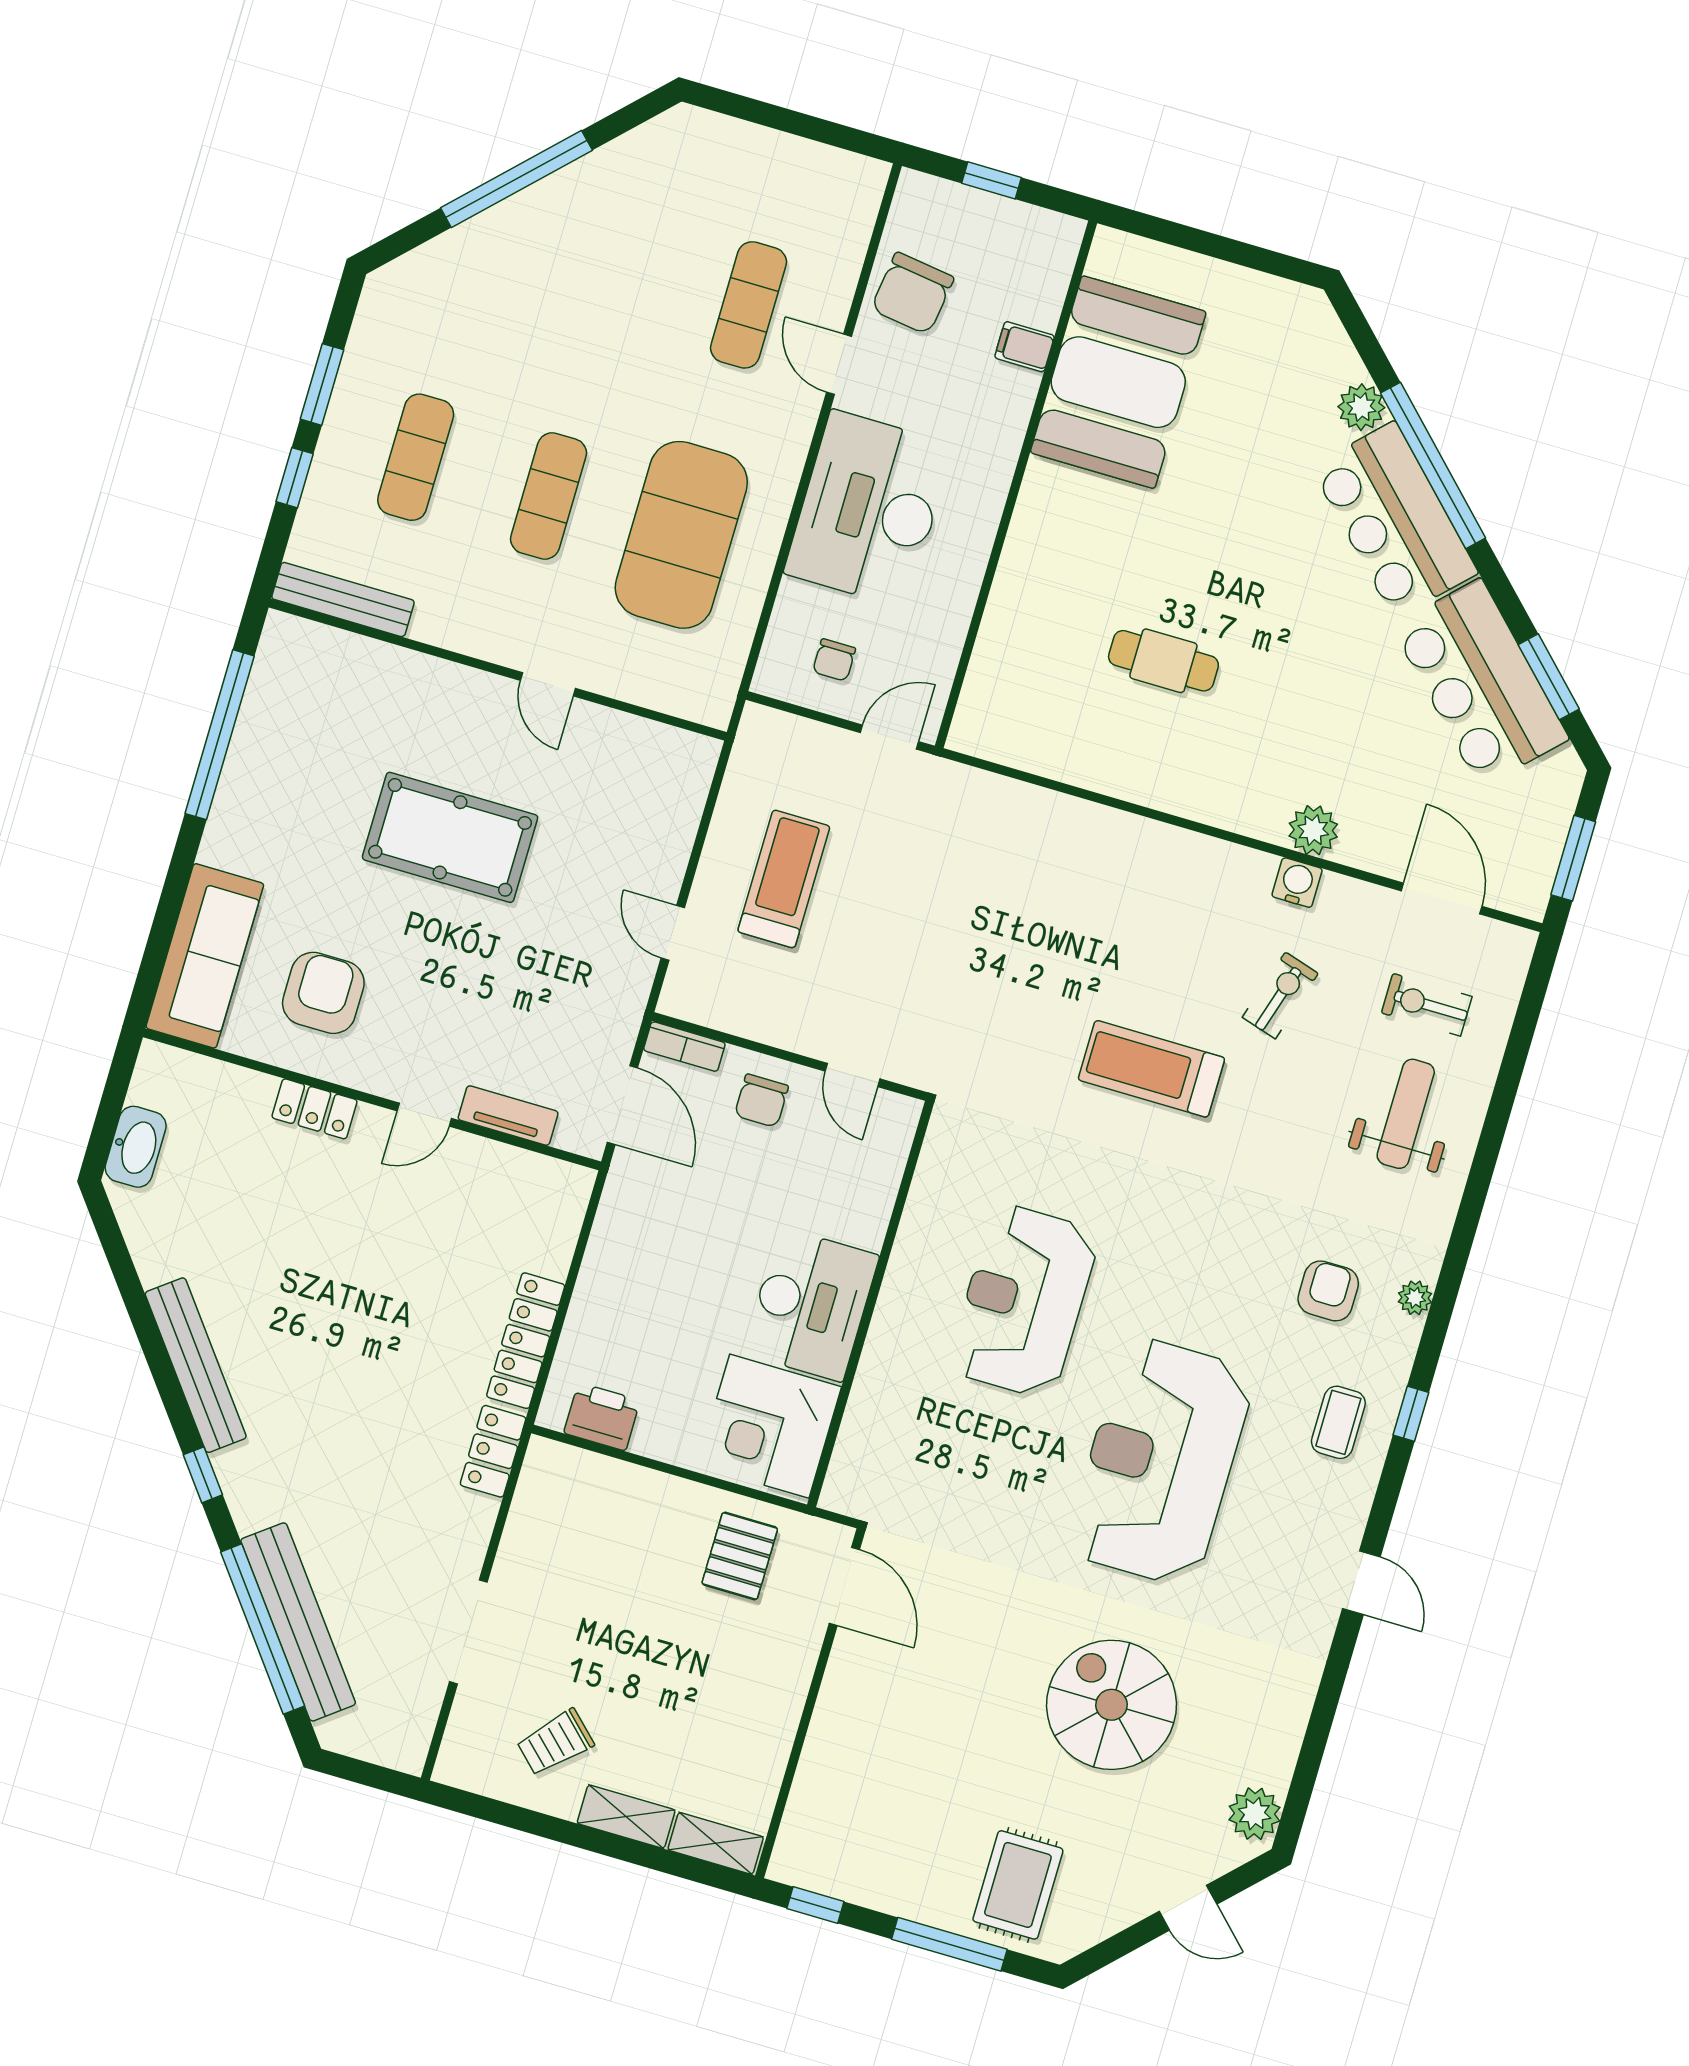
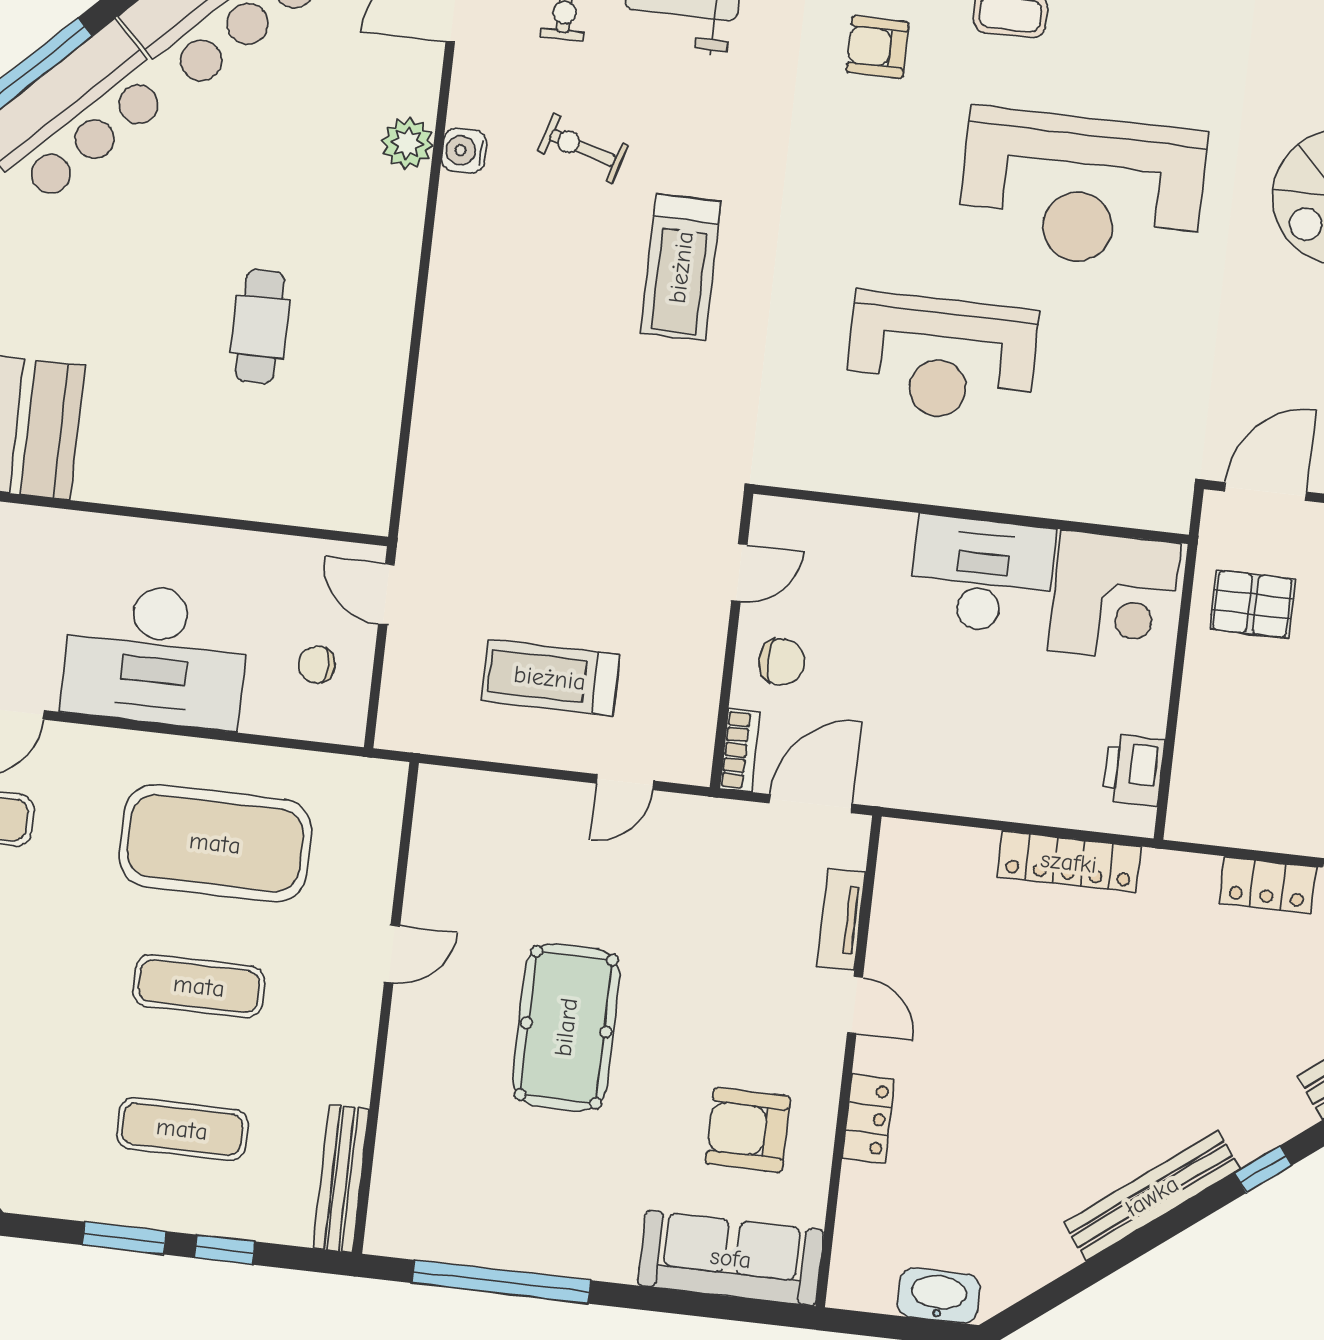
chair: (834, 660) -> (317, 665), turned 180
locker: (493, 1451) -> (1268, 885), moved

